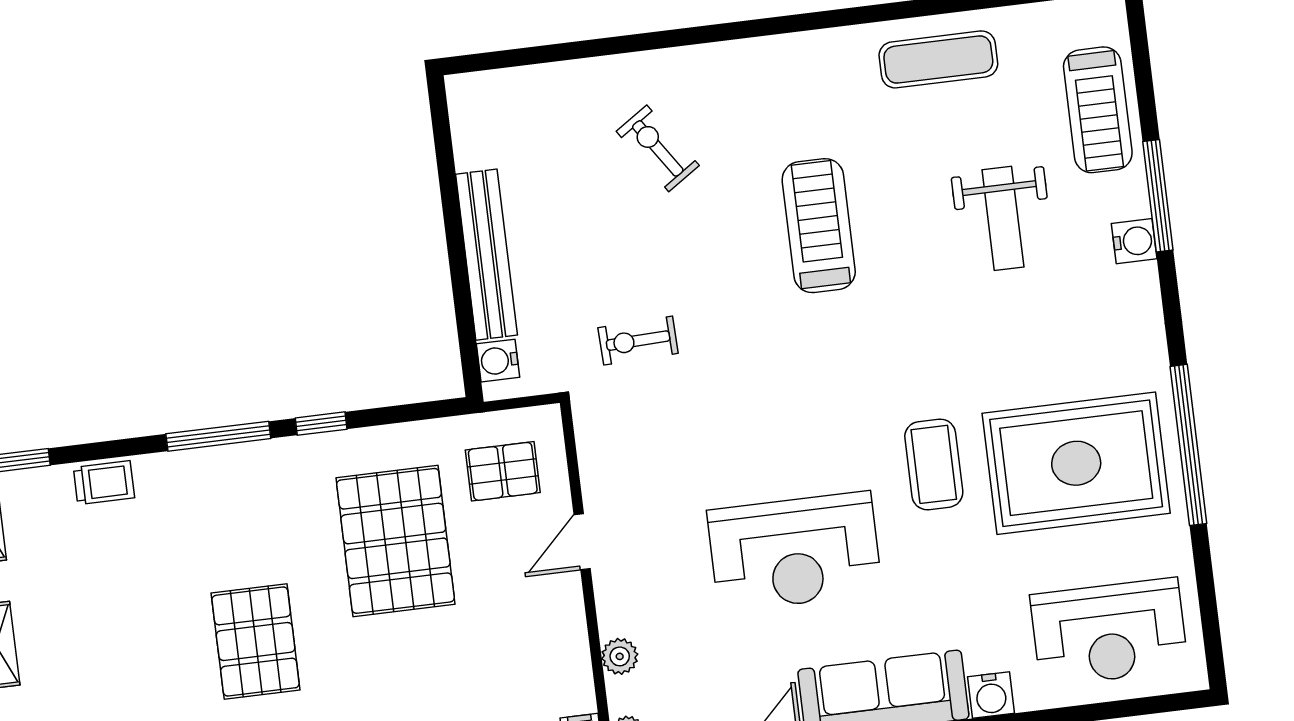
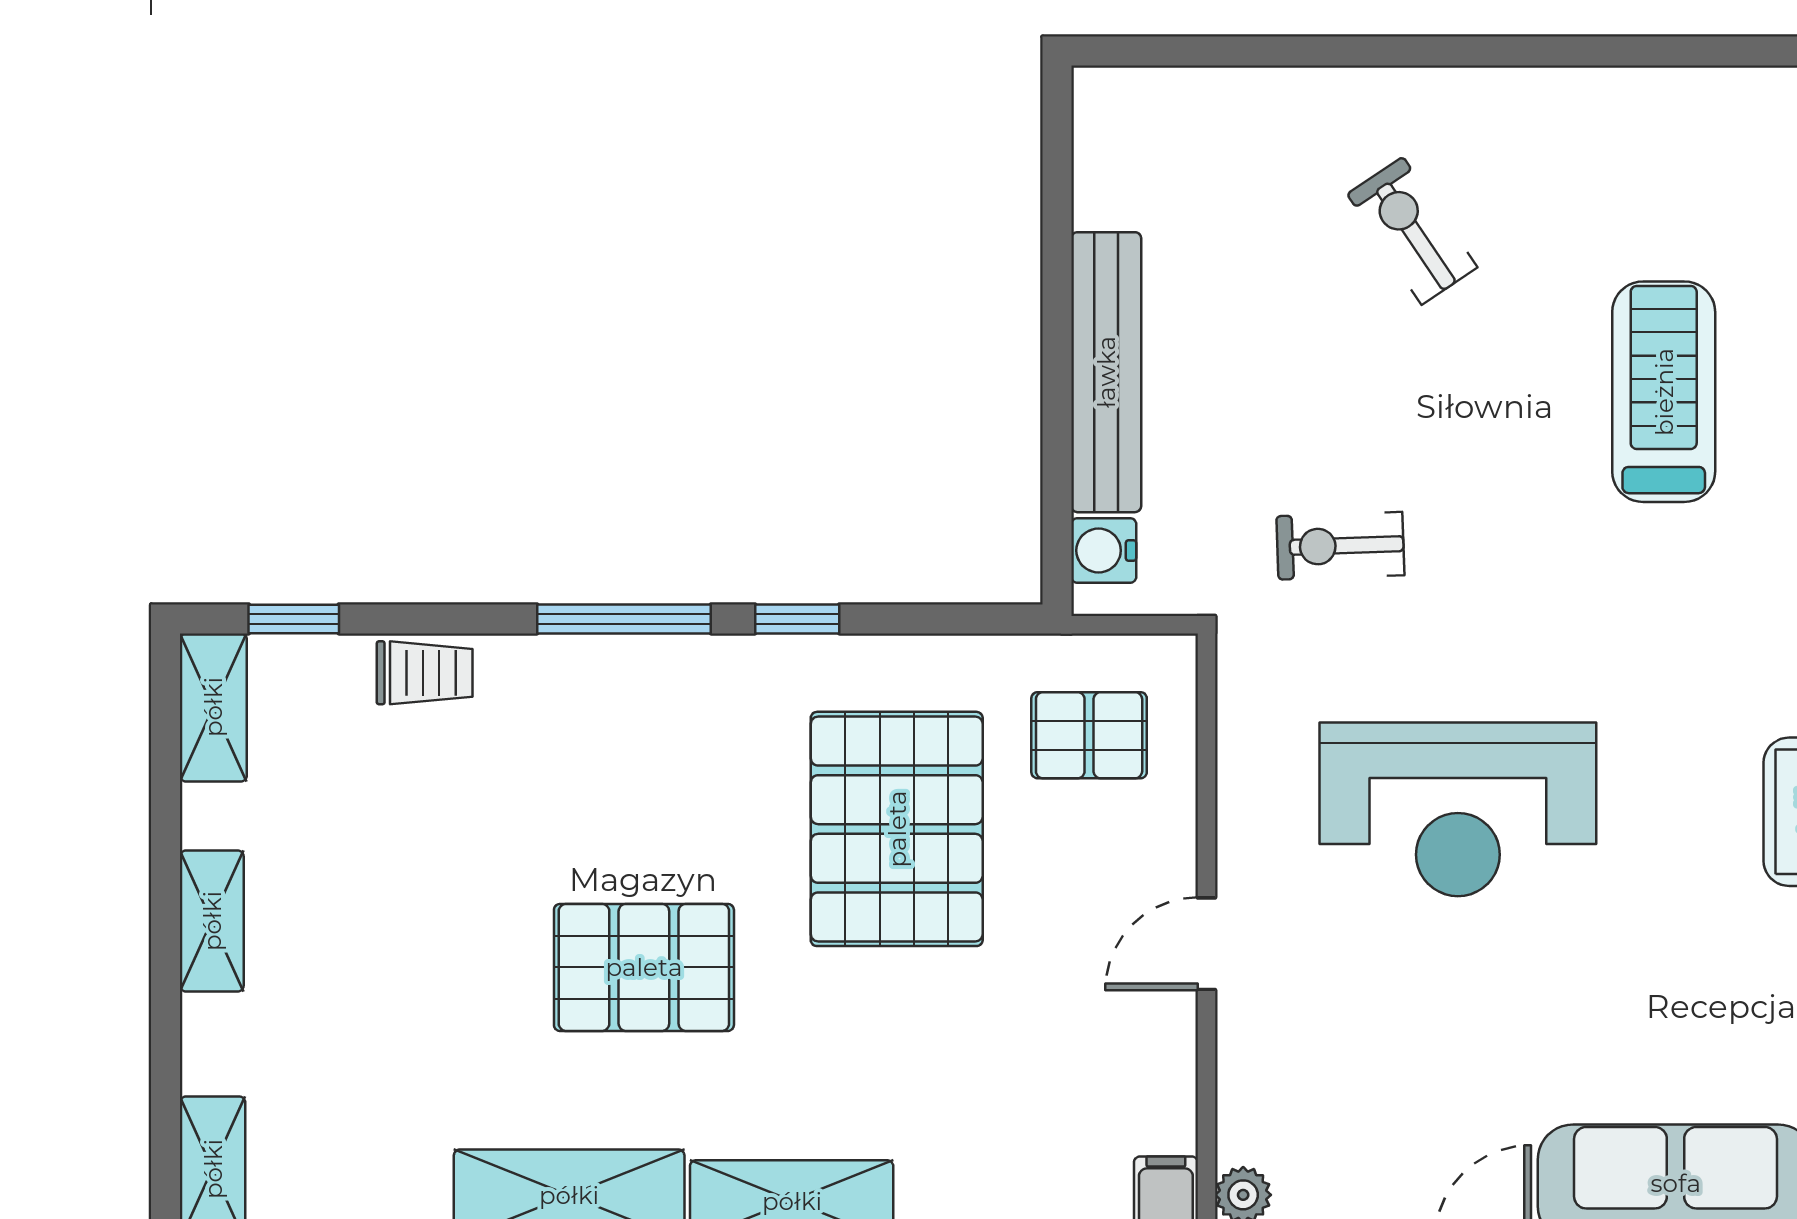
door: (582, 542) -> (1206, 944), moved
reception desk: (795, 552) -> (1458, 809), moved
pallet: (256, 642) -> (644, 967), turned 90
plant: (620, 656) -> (1245, 1066), removed

